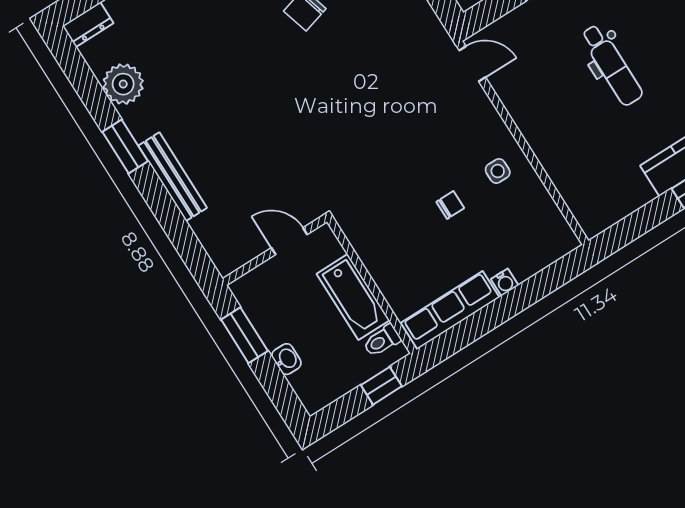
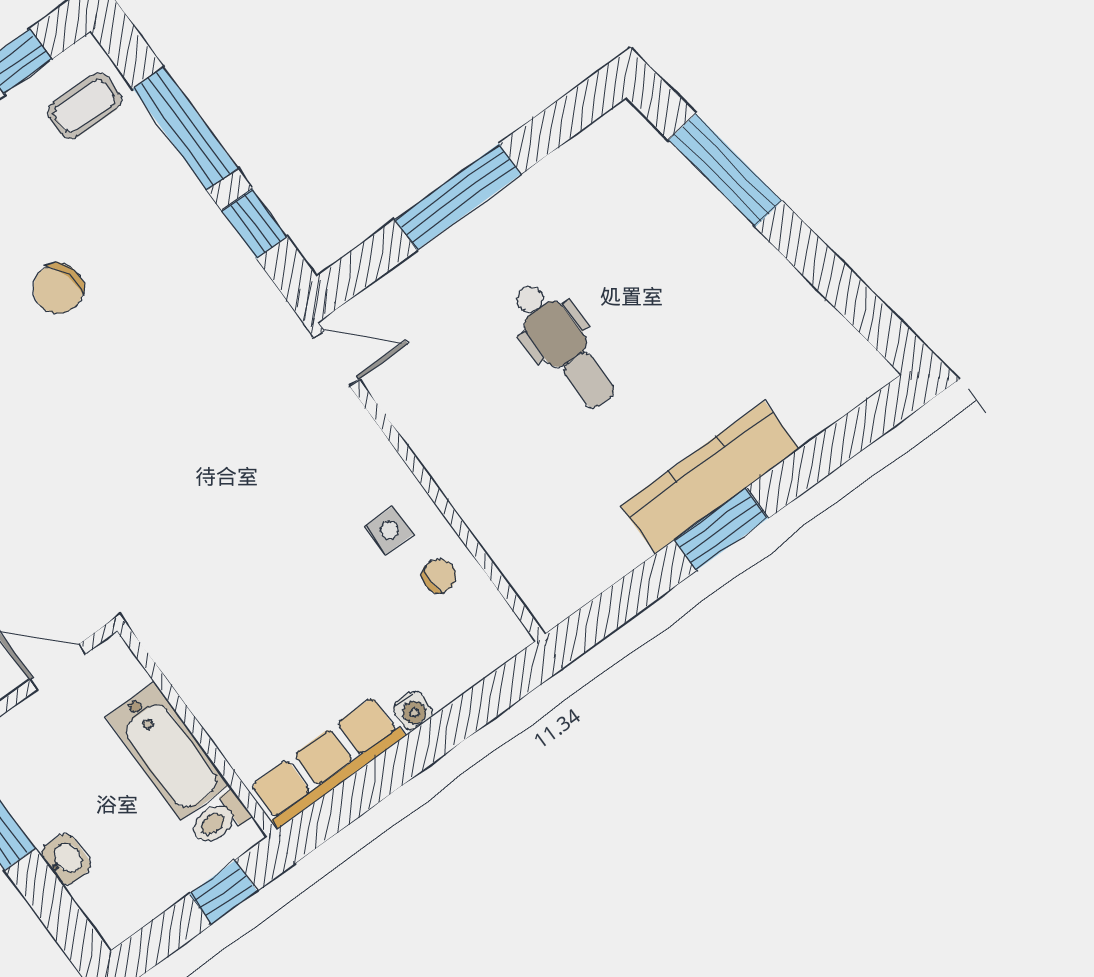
chair: (450, 205) -> (439, 576), moved

